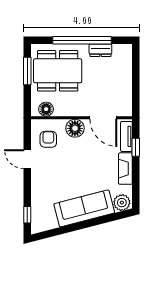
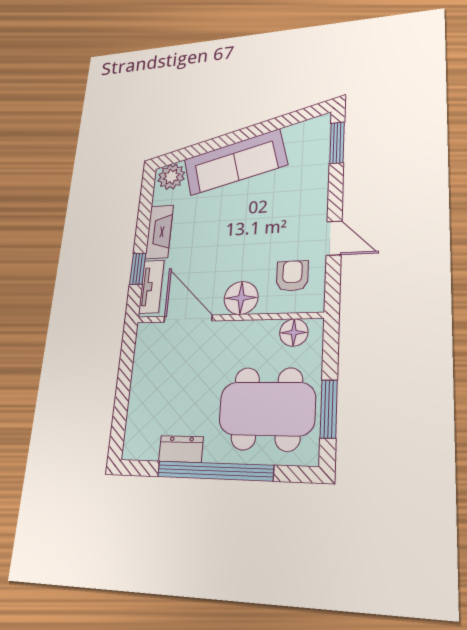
armchair: (48, 139) -> (292, 276), turned 180
window: (27, 215) -> (337, 143), width x1.50

